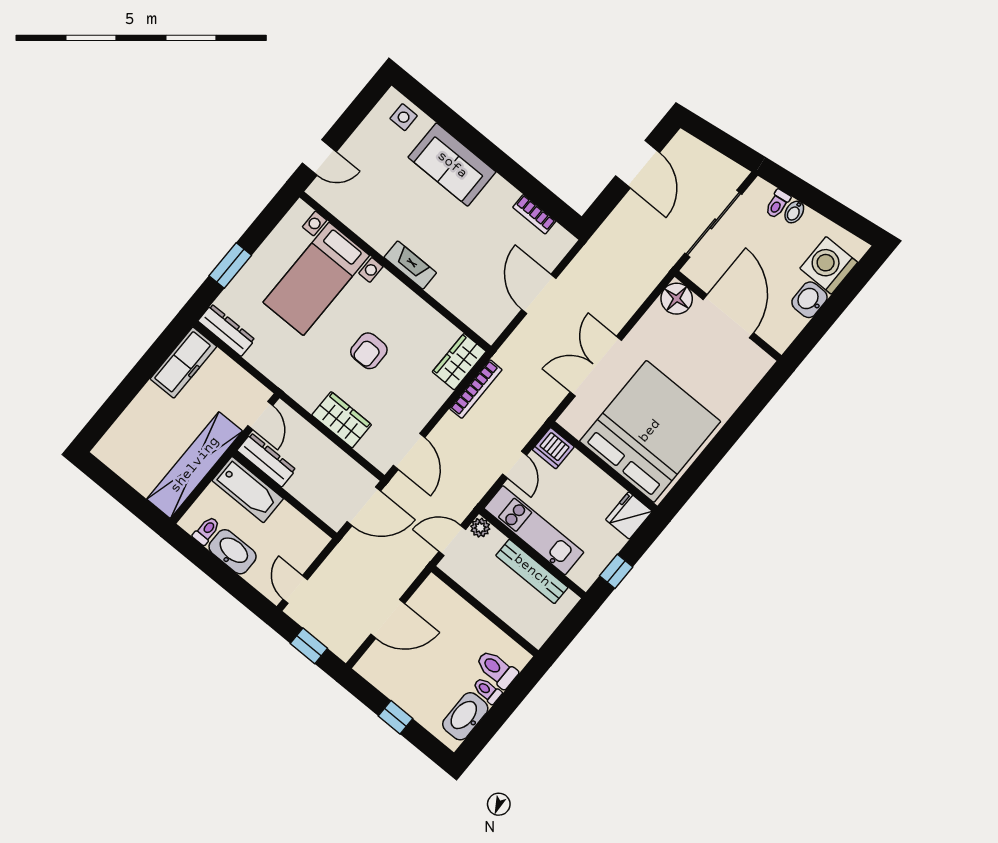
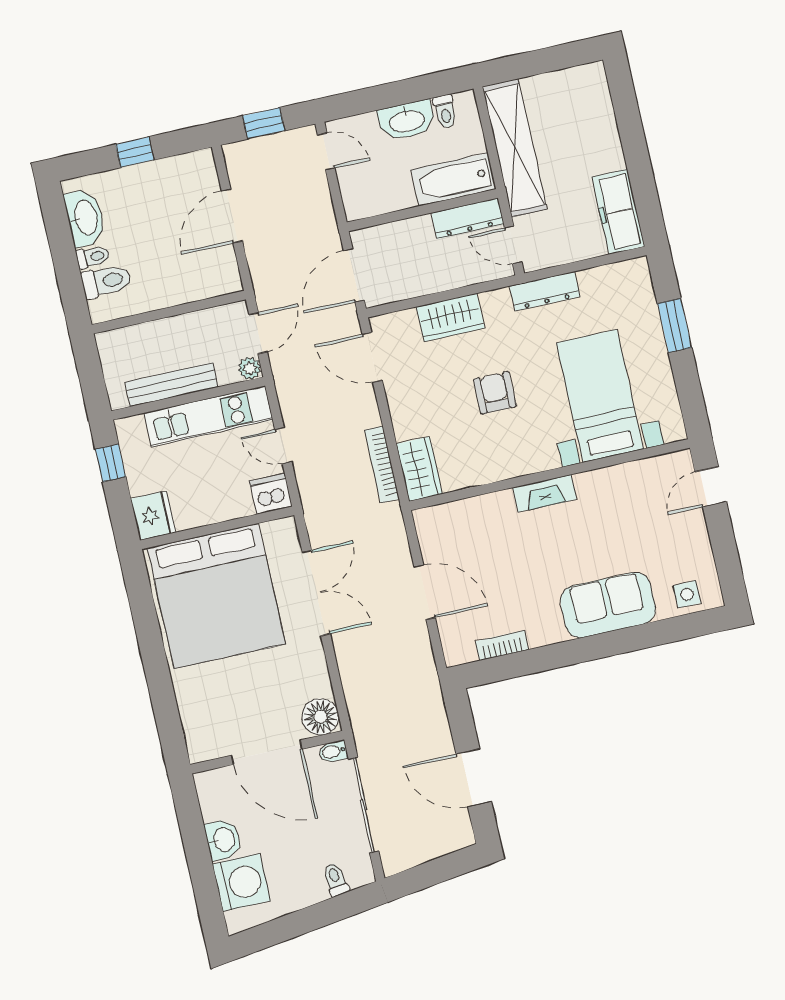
bidet: (794, 212) -> (333, 752), moved, turned -82
dresser: (226, 330) -> (545, 291), moved

